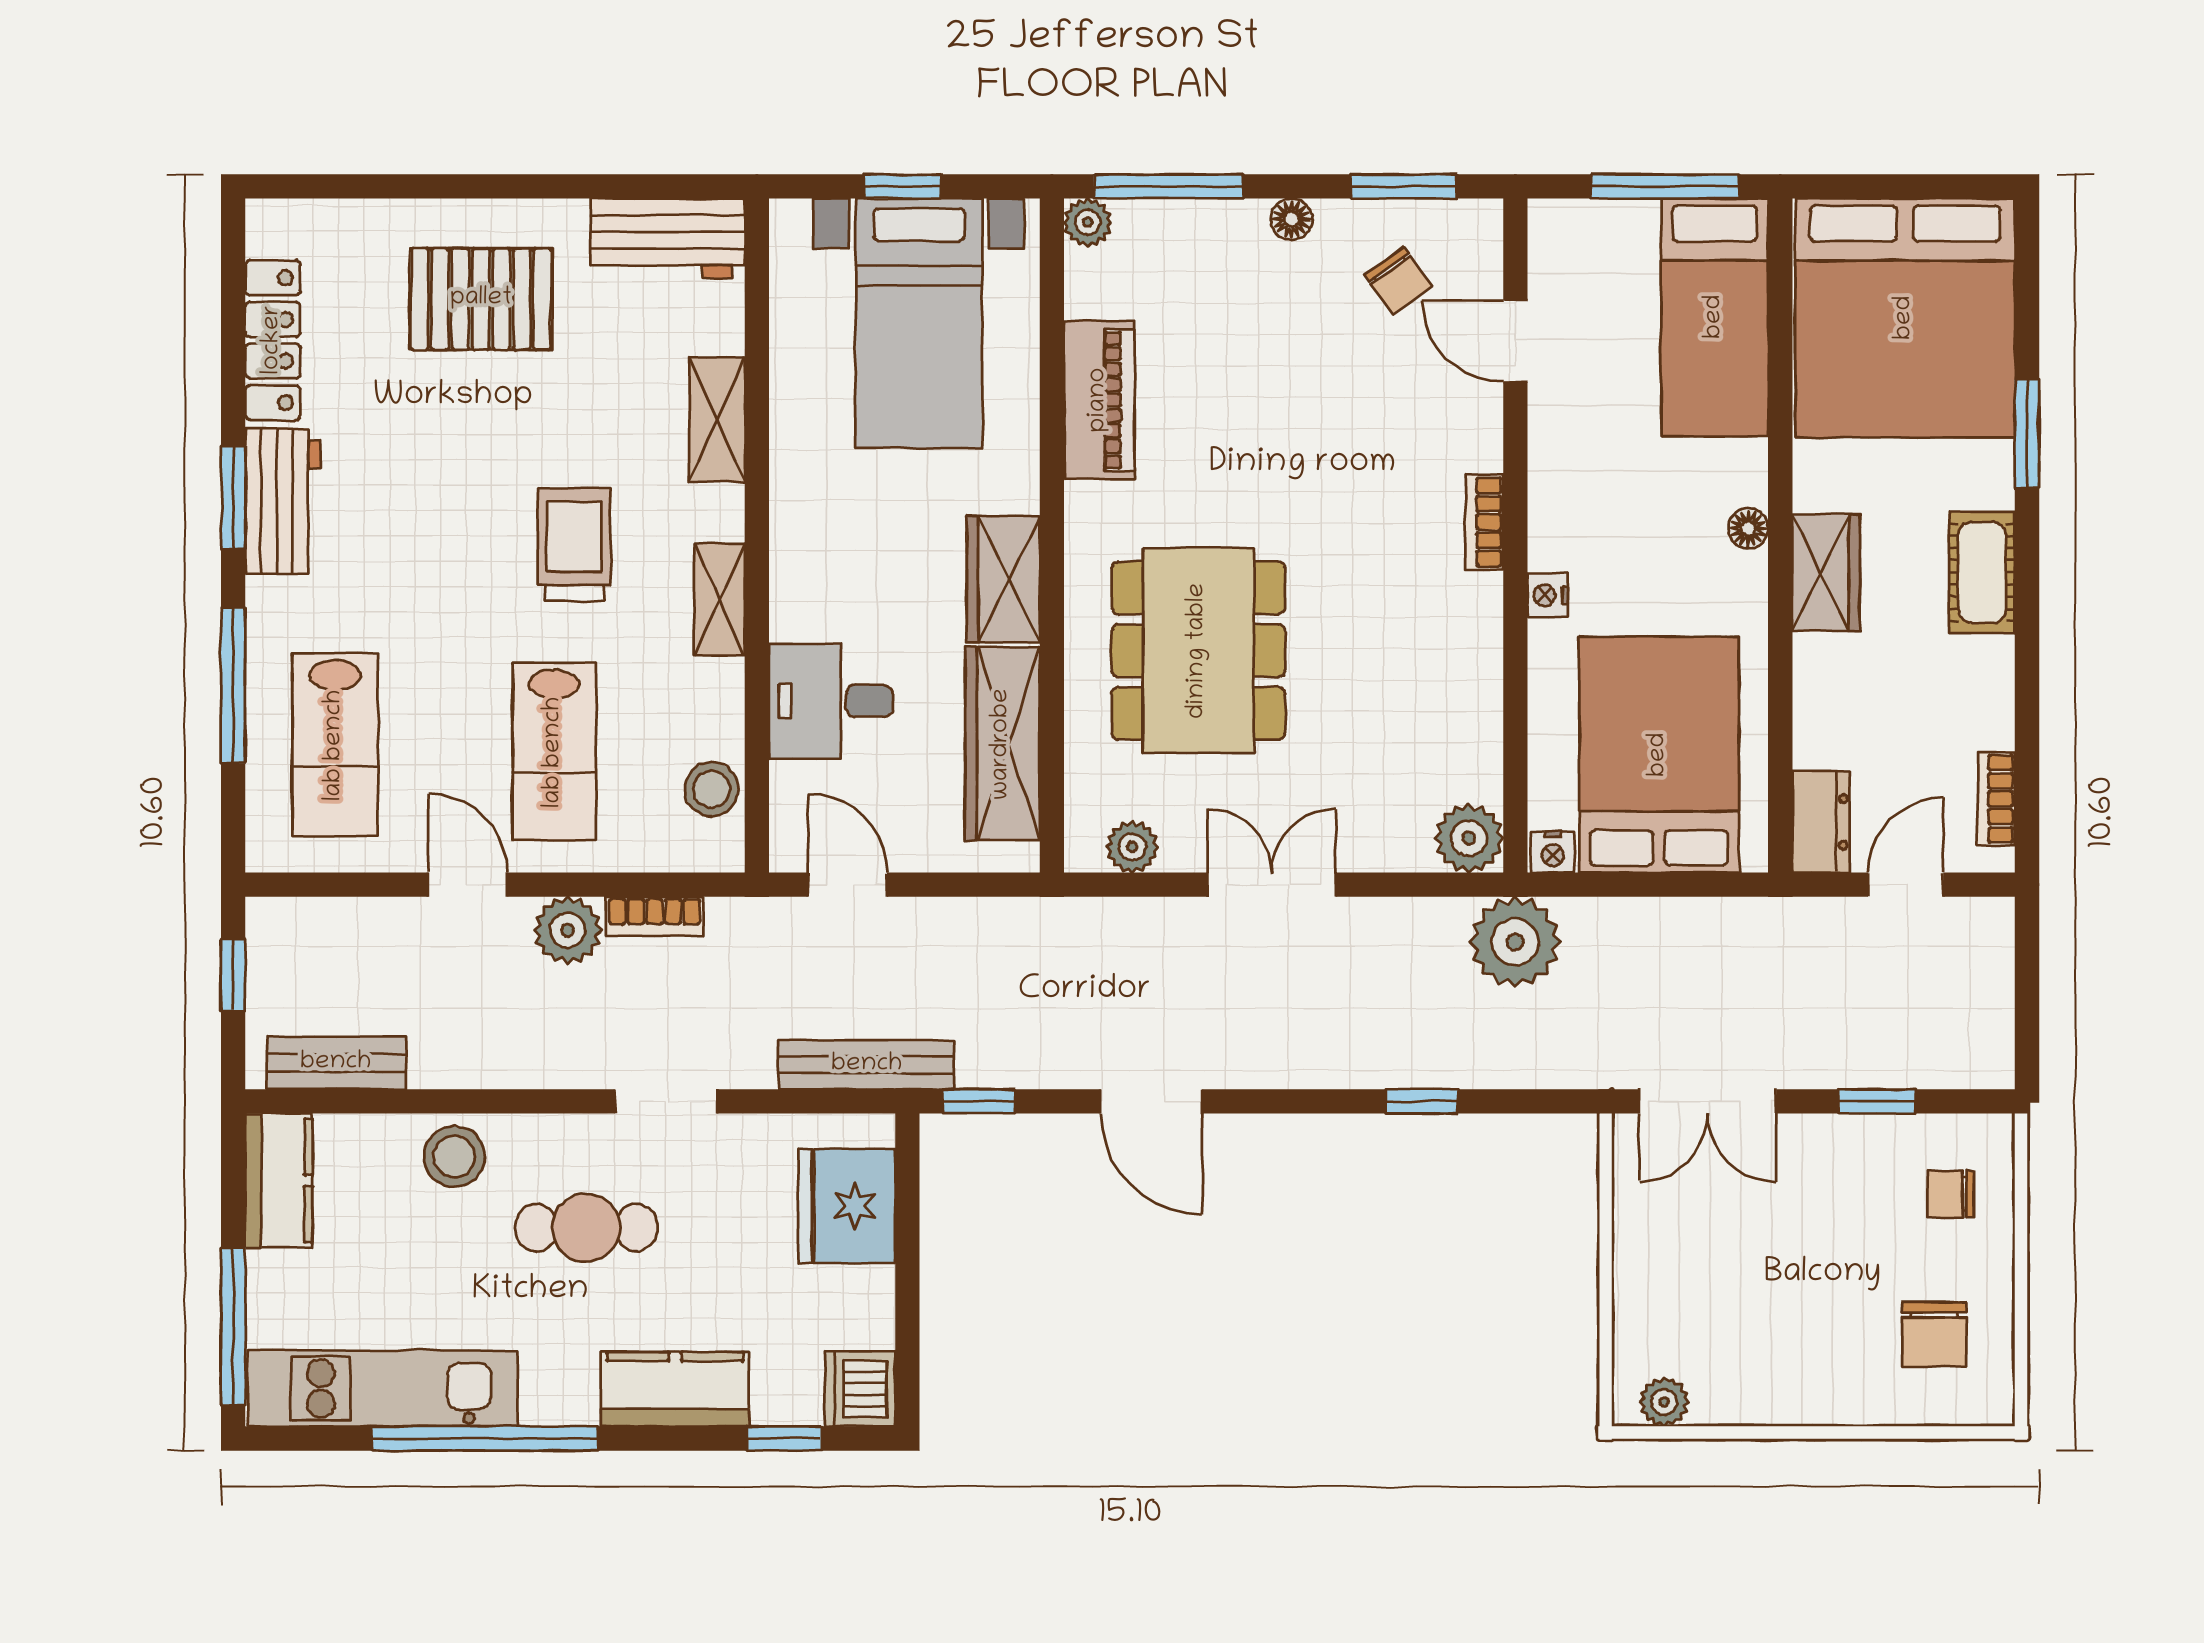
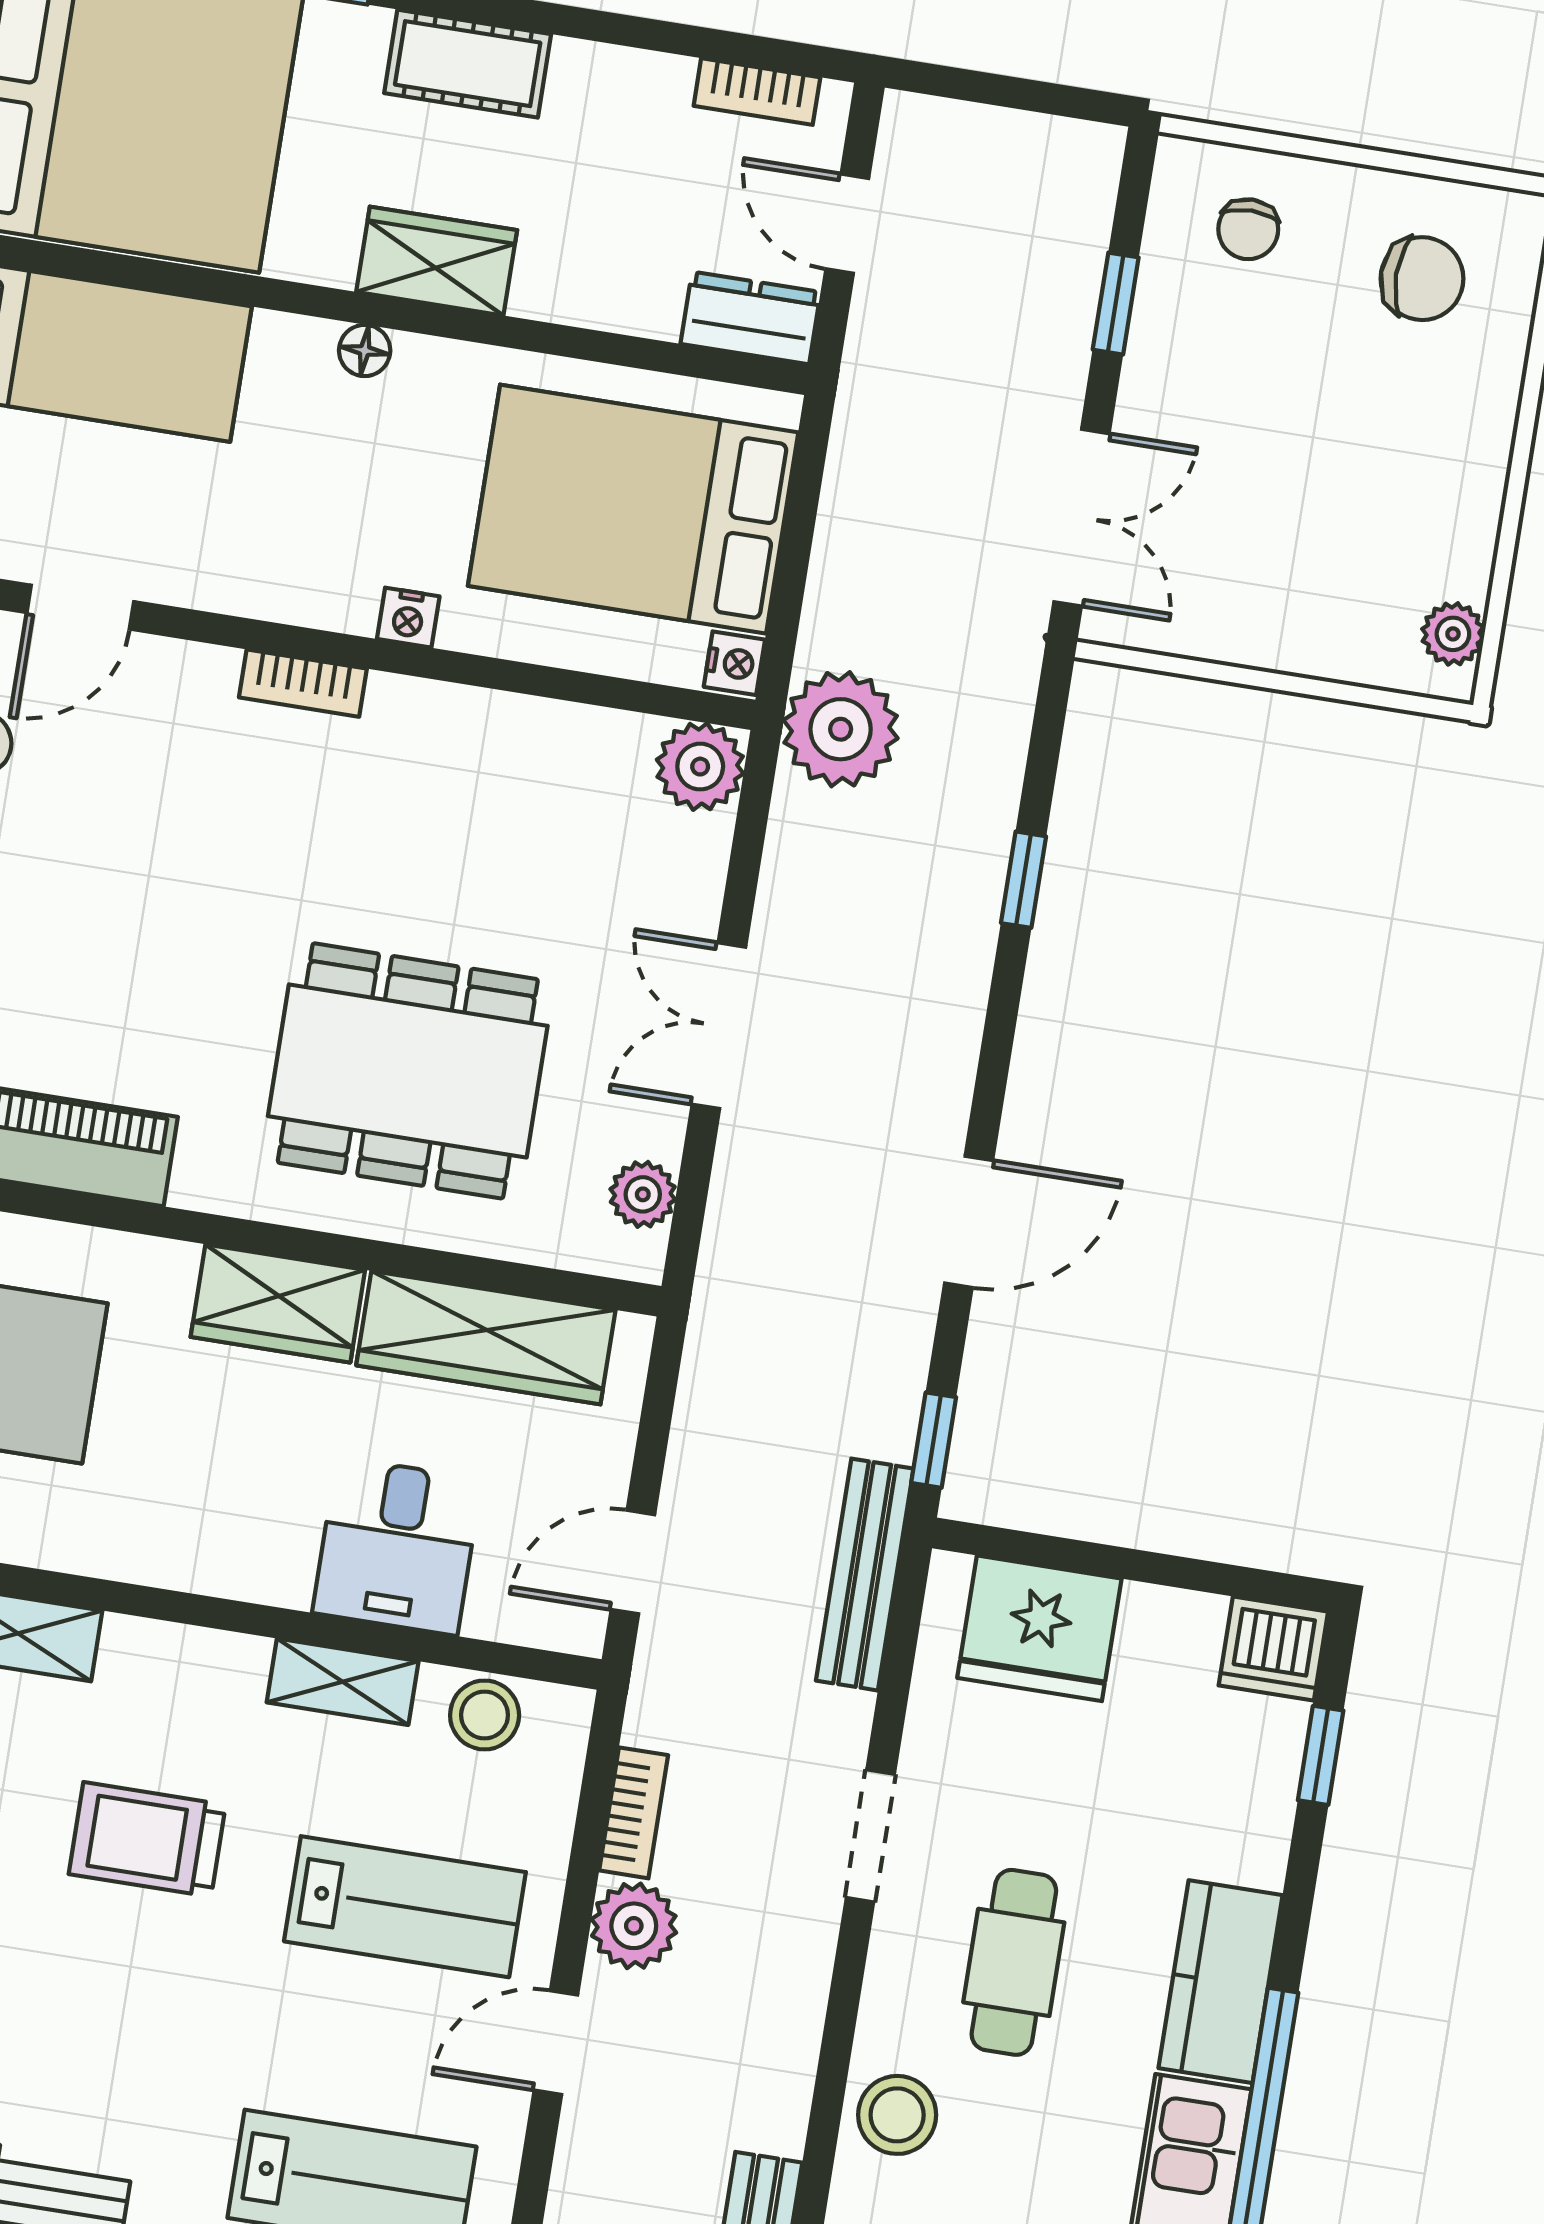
shelving: (720, 599) -> (343, 1682), moved
kitchen counter: (675, 1389) -> (1221, 1982), moved

